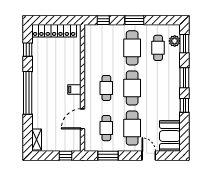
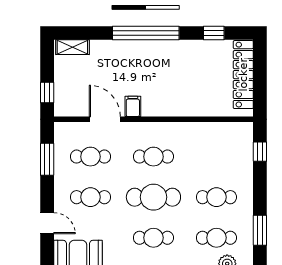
window: (134, 20) -> (260, 230), moved
cafe table: (132, 48) -> (216, 197), width x0.73, depth x0.74
cafe table: (158, 88) -> (153, 238), added
filing cabinet: (74, 90) -> (133, 106), moved
cafe table: (132, 128) -> (90, 197), width x0.73, depth x0.74
door: (149, 156) -> (47, 223), hinge flipped

